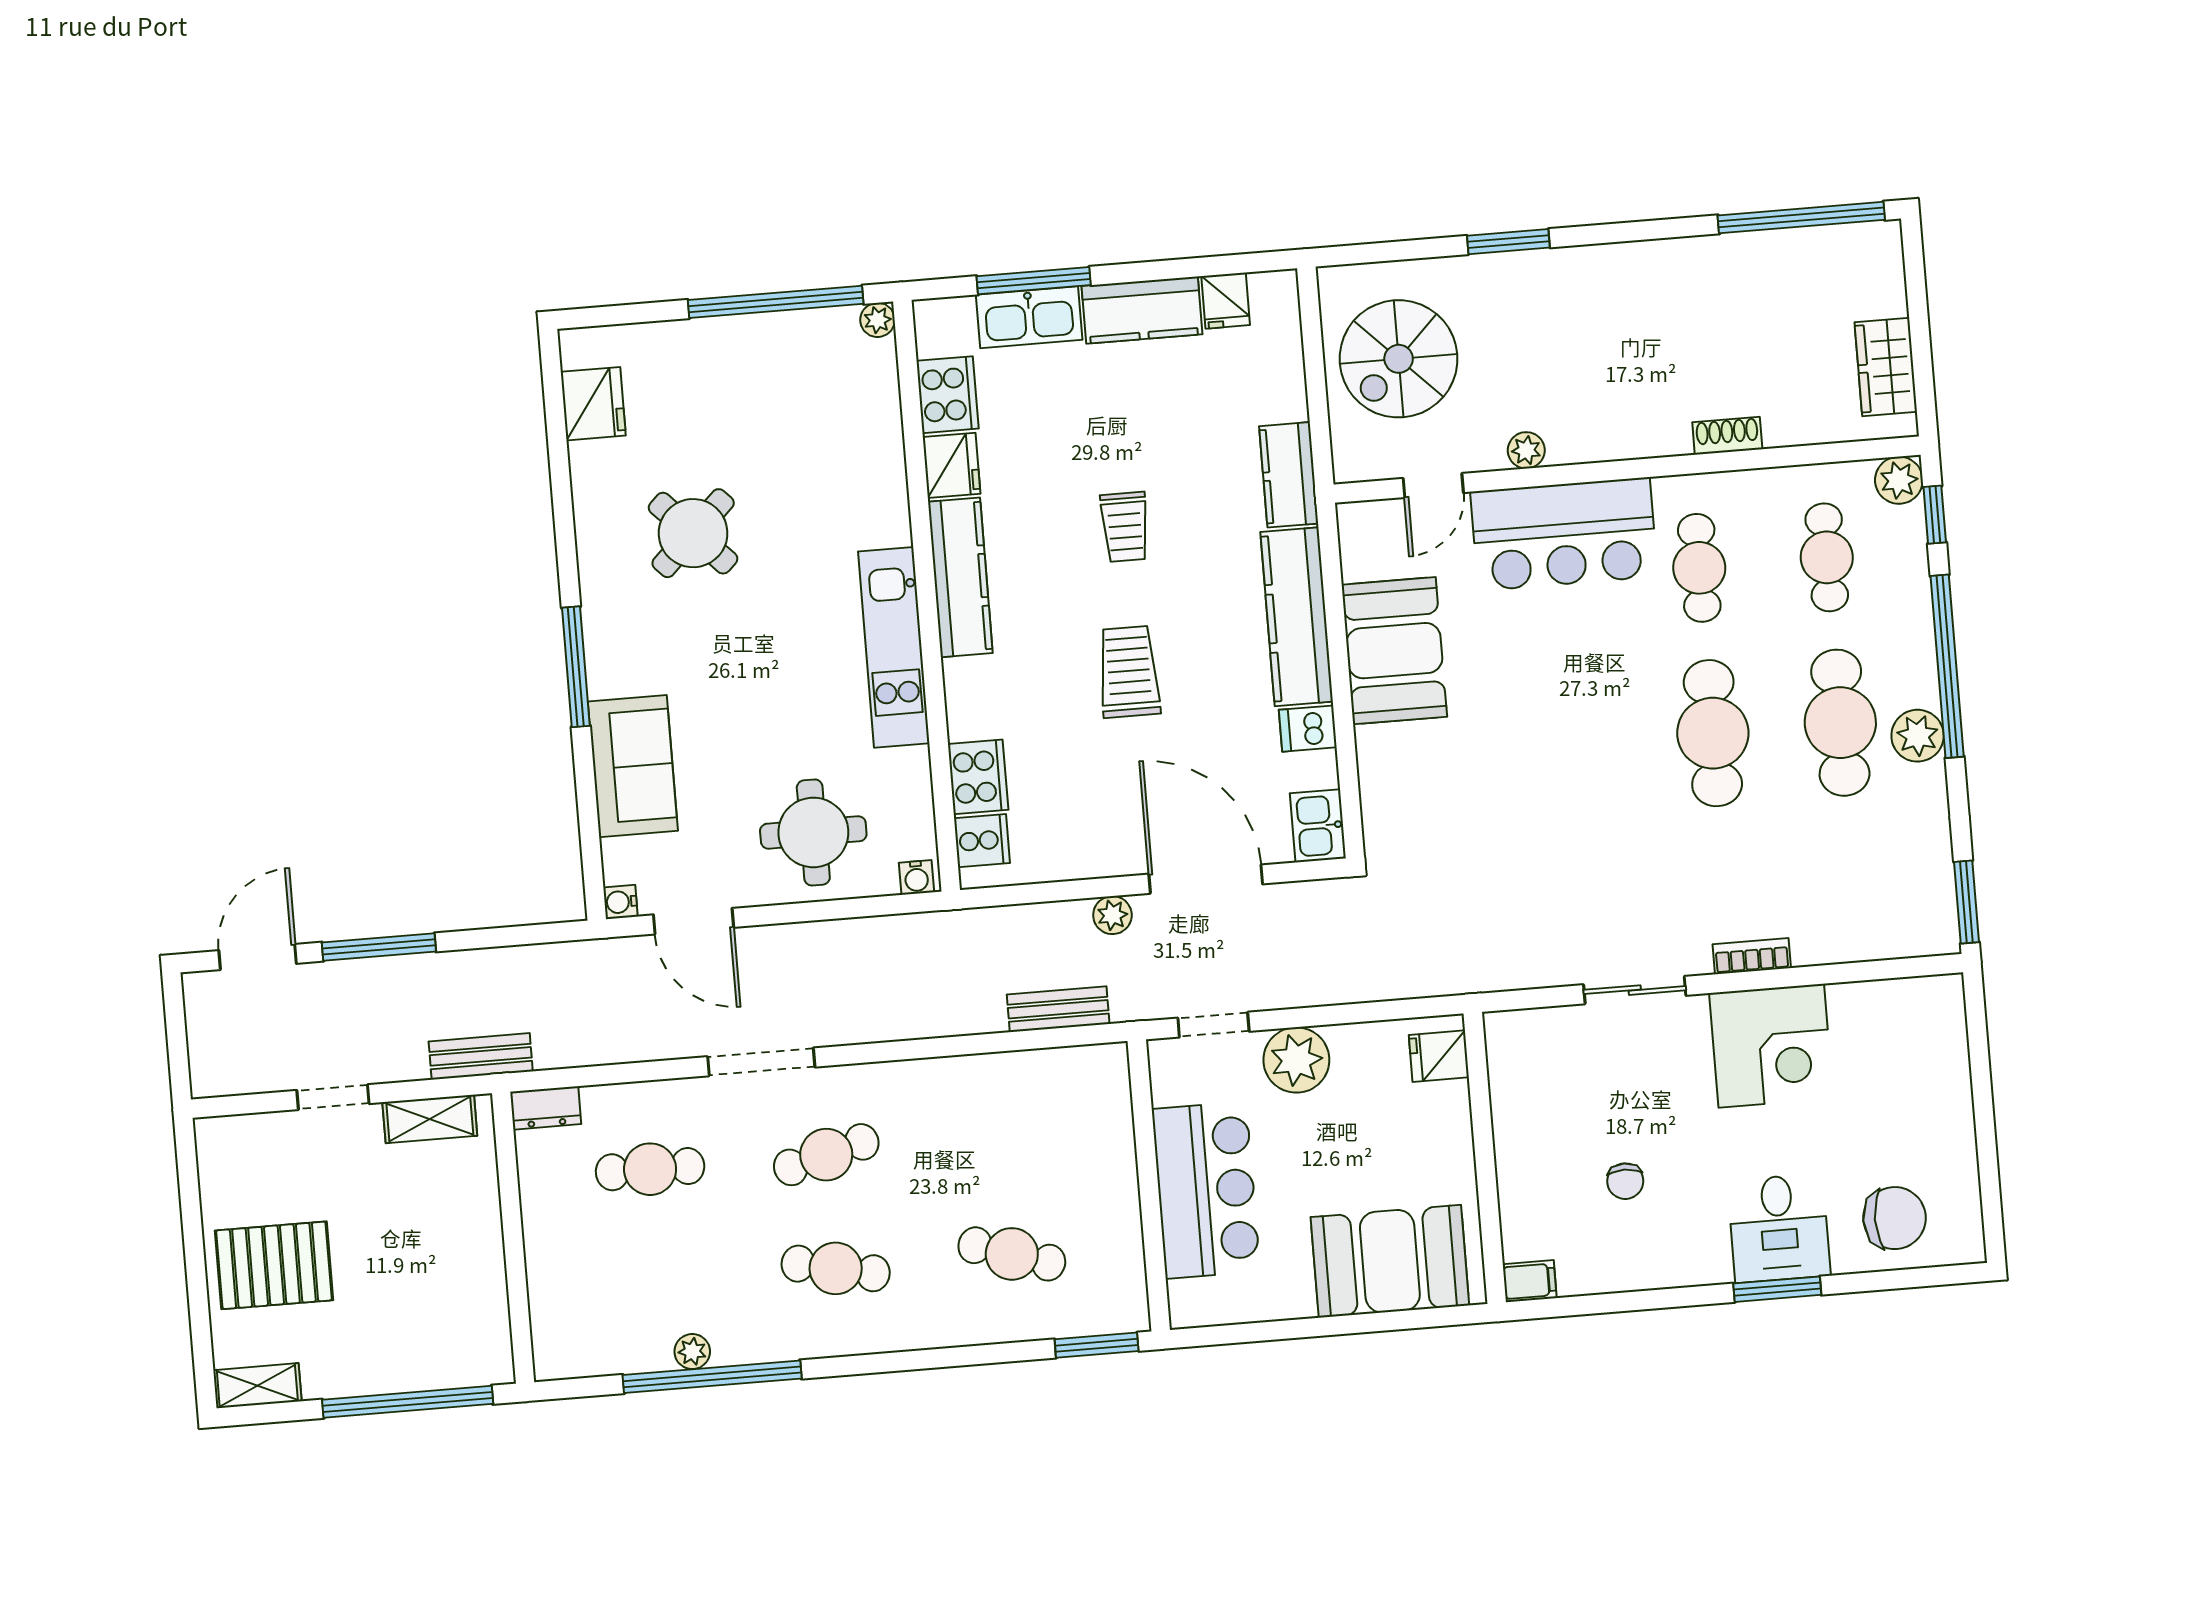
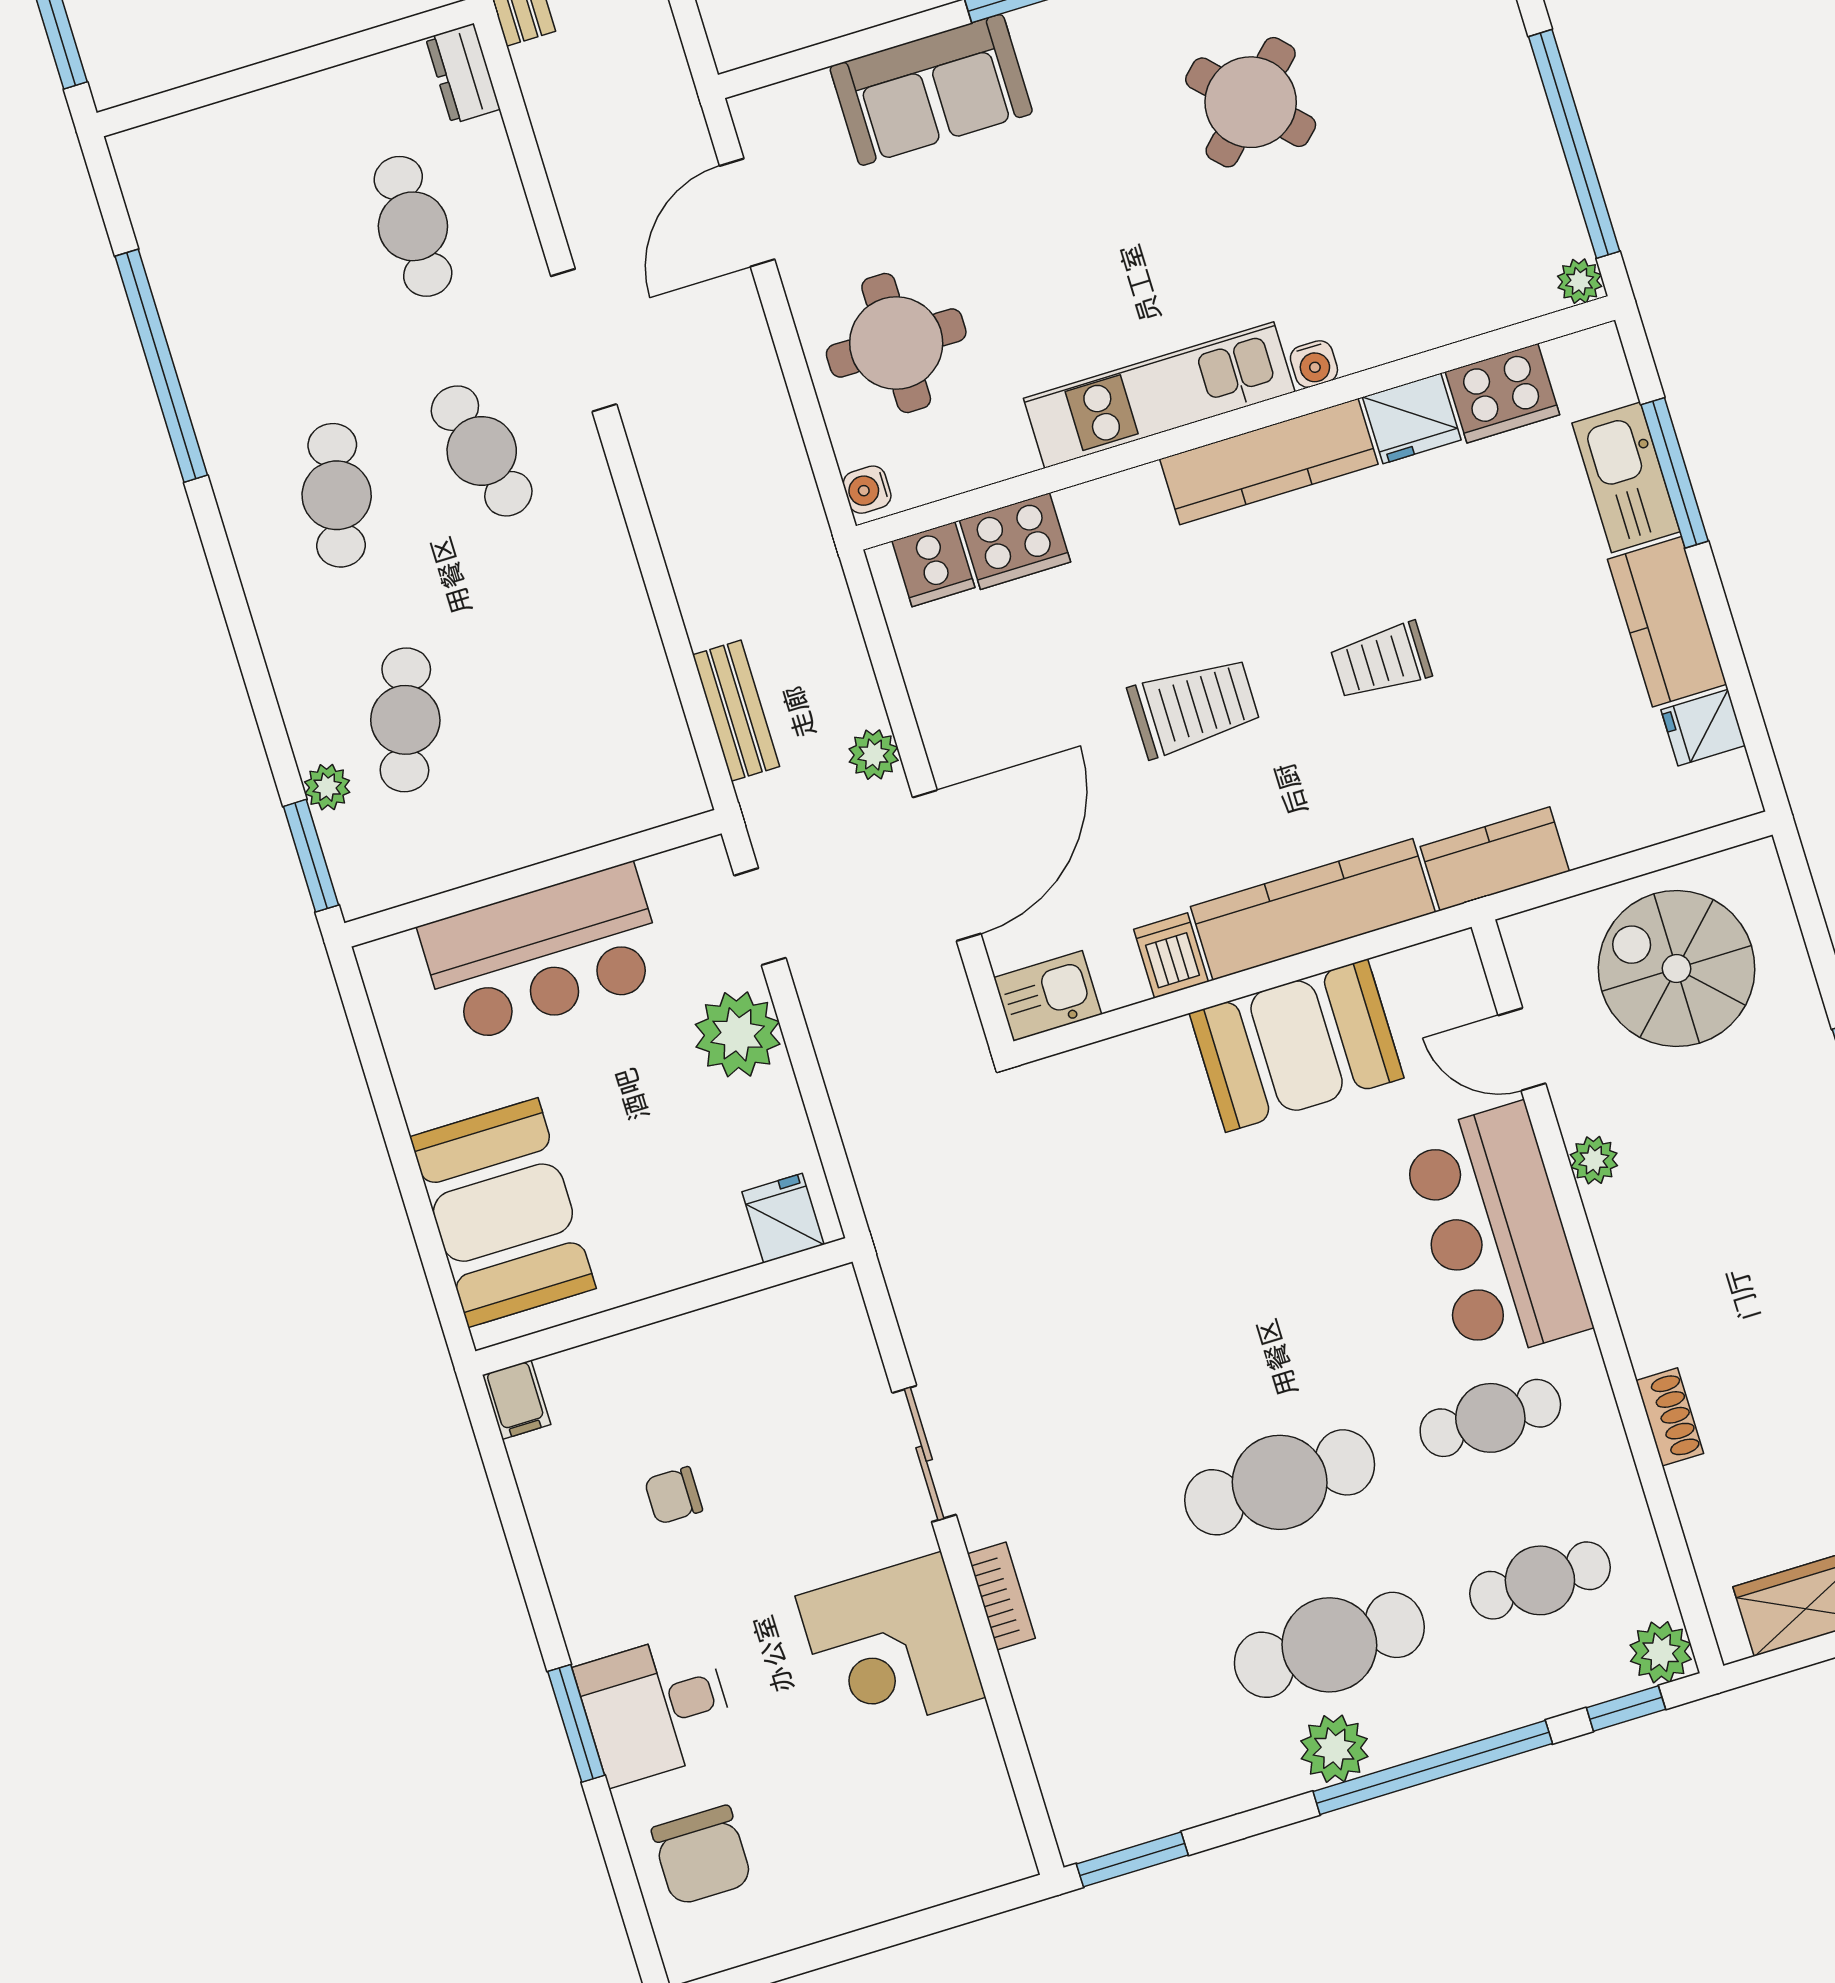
water cooler: (620, 902) -> (1314, 364), moved, turned 180
plant: (692, 1352) -> (327, 787), moved

